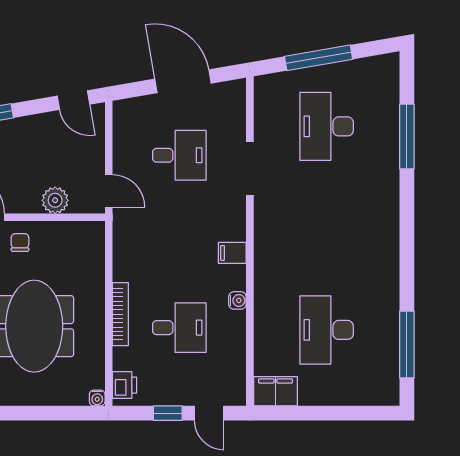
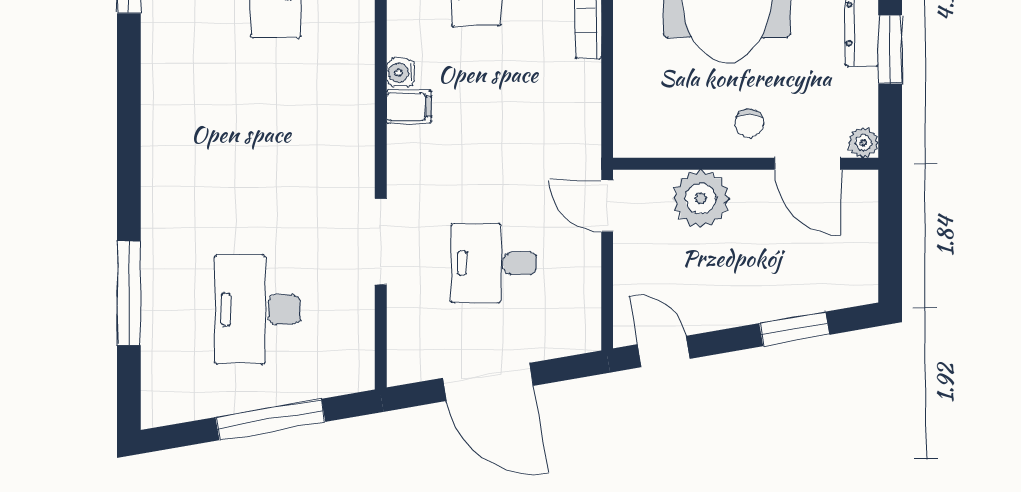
desk: (327, 126) -> (258, 309), turned 180
plant: (55, 200) -> (701, 199), width x1.36, depth x1.36
water cooler: (237, 300) -> (401, 73), moved

